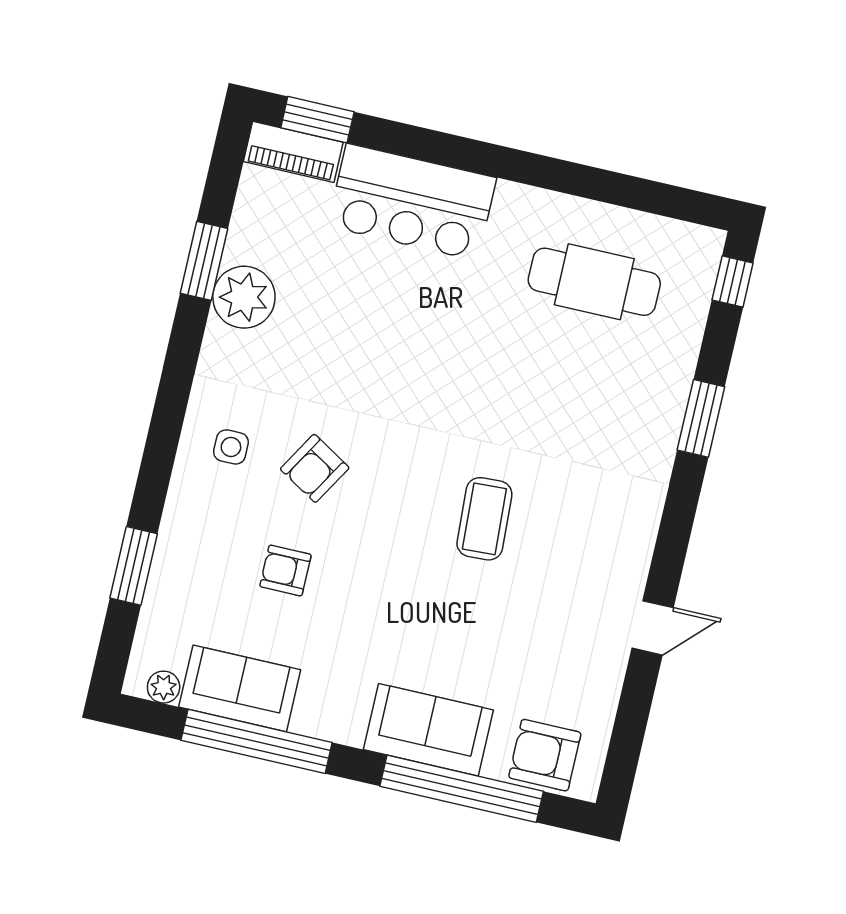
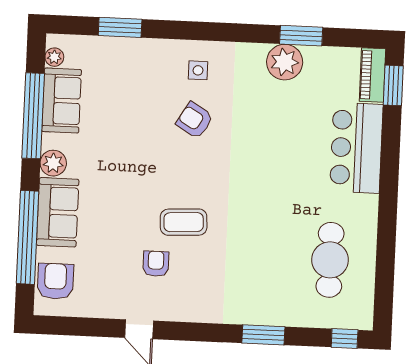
armchair: (286, 571) -> (156, 264), moved
plant: (343, 722) -> (53, 163), added

